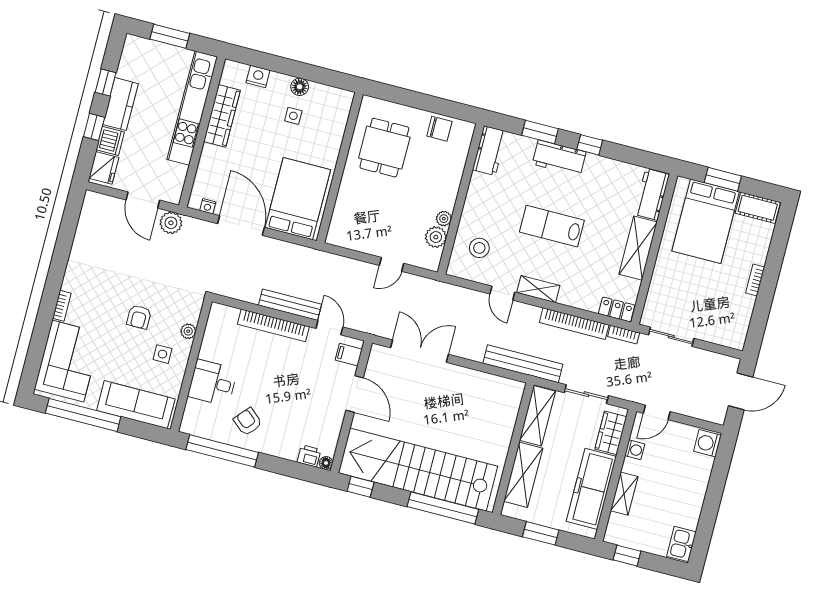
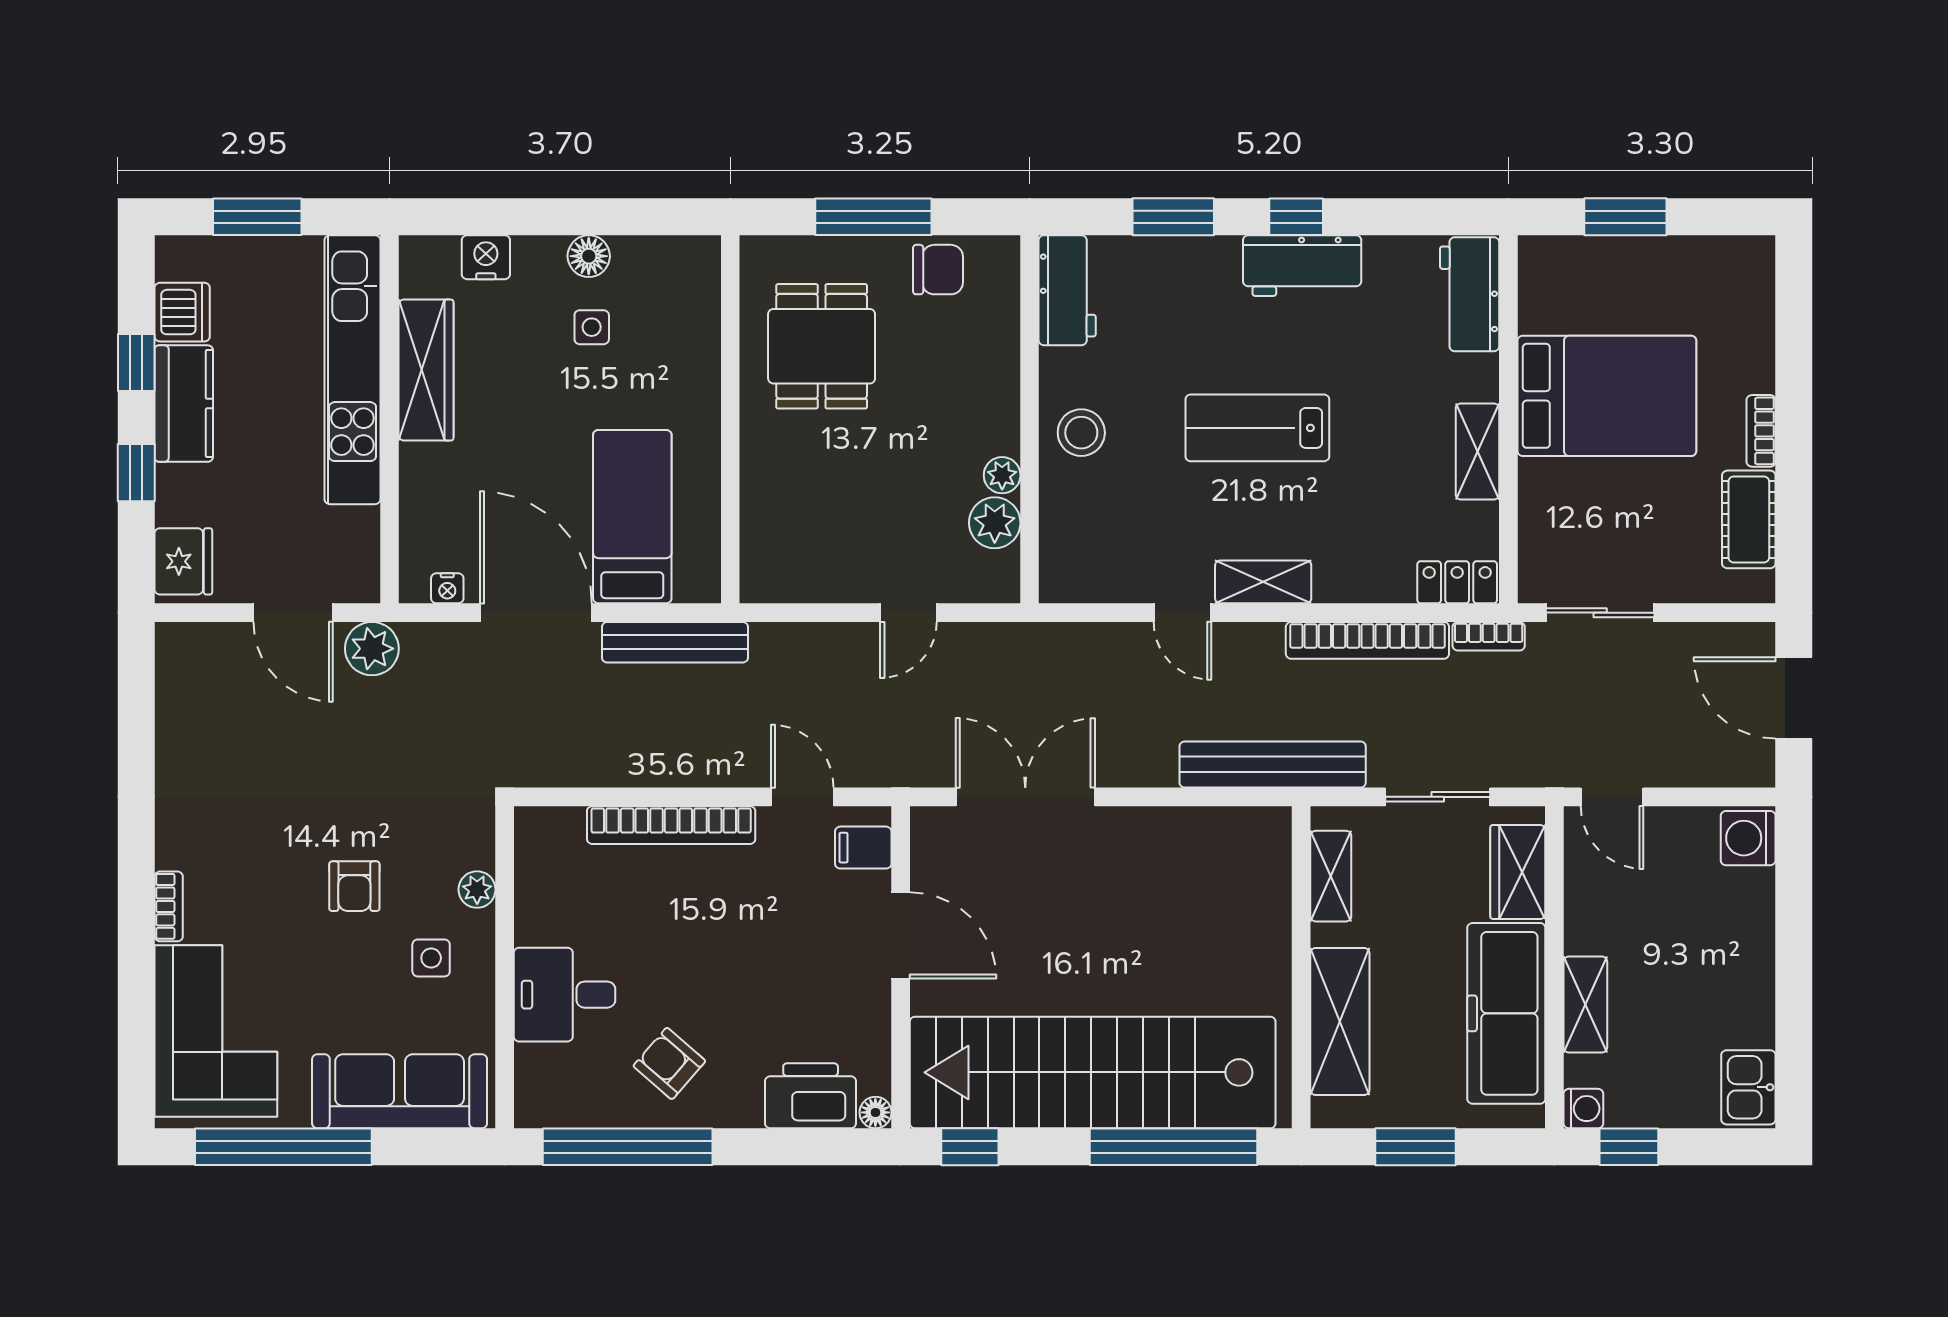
window: (419, 101) -> (873, 217), added
dishwasher: (110, 141) -> (182, 312), moved
workbench: (559, 158) -> (1302, 266), moved
bed: (298, 199) -> (632, 517), width x0.67
cot: (758, 208) -> (1749, 519), moved, turned 90
bed: (706, 221) -> (1607, 396), moved, turned -90
stool: (479, 248) -> (1081, 433), moved
shelving: (638, 248) -> (1477, 451), width x0.67, depth x0.75
bench: (290, 305) -> (675, 642), moved
door: (741, 391) -> (1794, 698), swing flipped
door: (657, 412) -> (1612, 797), hinge flipped
shelving: (538, 416) -> (1331, 876), width x0.67, depth x0.75
washing machine: (635, 450) -> (1583, 1109), moved
printer: (309, 456) -> (811, 1096), width x1.87, depth x1.48

